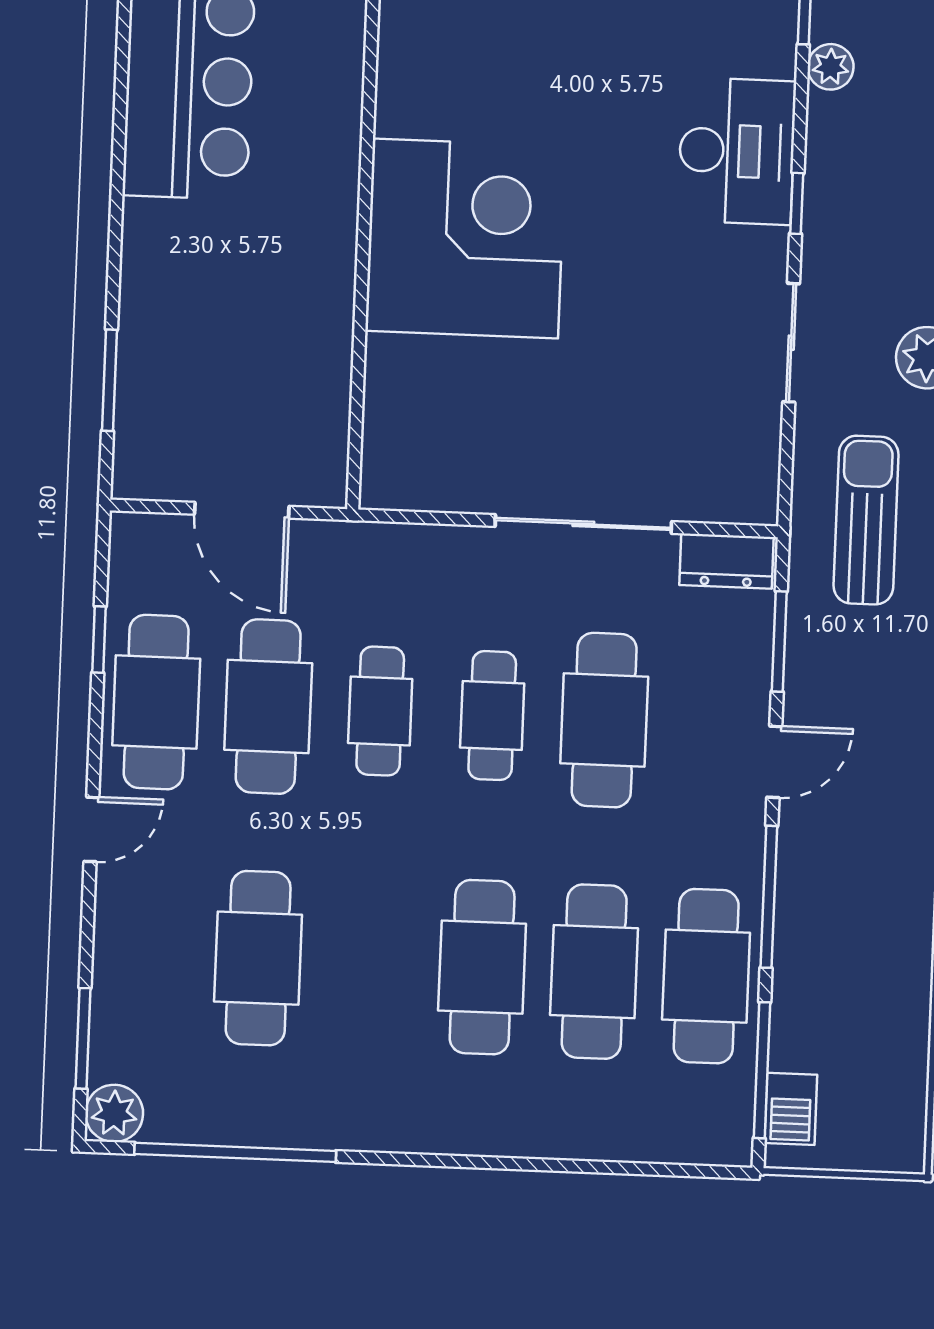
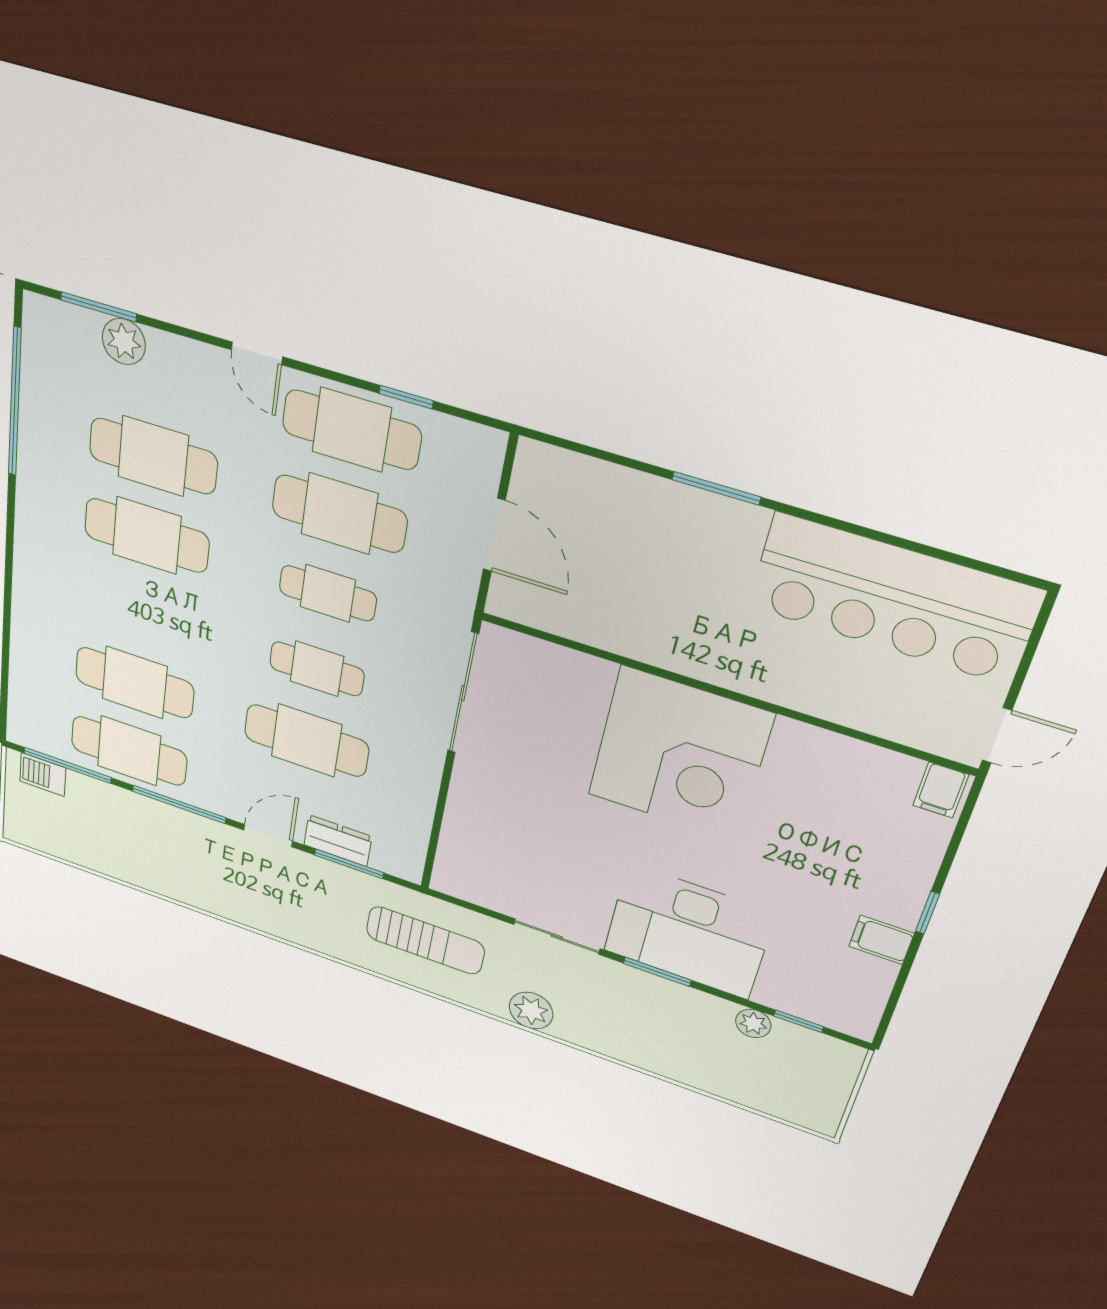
desk: (737, 151) -> (688, 932), width x1.36, depth x1.30
window: (797, 203) -> (657, 972), width x1.50
window: (109, 380) -> (716, 488), moved
door: (242, 510) -> (494, 535), swing flipped
sliding door: (583, 524) -> (463, 693), moved
dresser: (726, 561) -> (338, 841), moved, turned 90
door: (774, 762) -> (268, 836), swing flipped
cafe table: (482, 967) -> (147, 535), moved
plant: (114, 1113) -> (124, 342), moved

